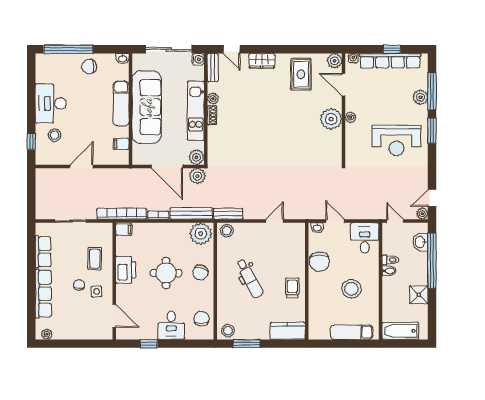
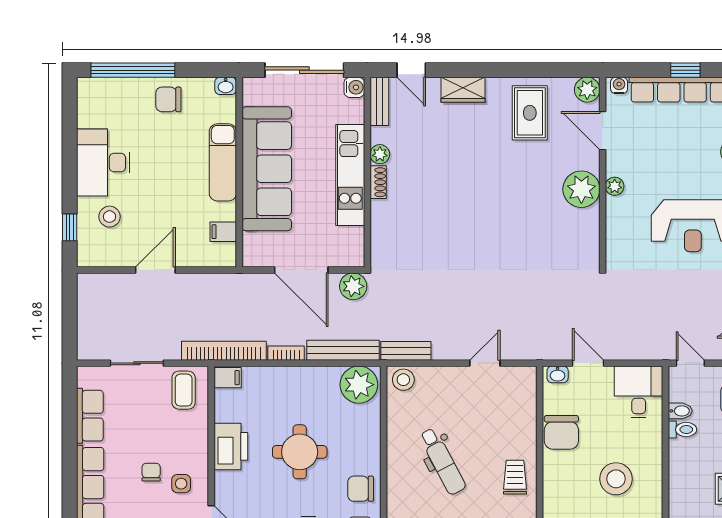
plant: (197, 157) -> (352, 254), removed
coffee table: (95, 259) -> (184, 390), moved
bidet: (389, 271) -> (680, 411), moved
chair: (200, 272) -> (361, 489), moved, turned 73

